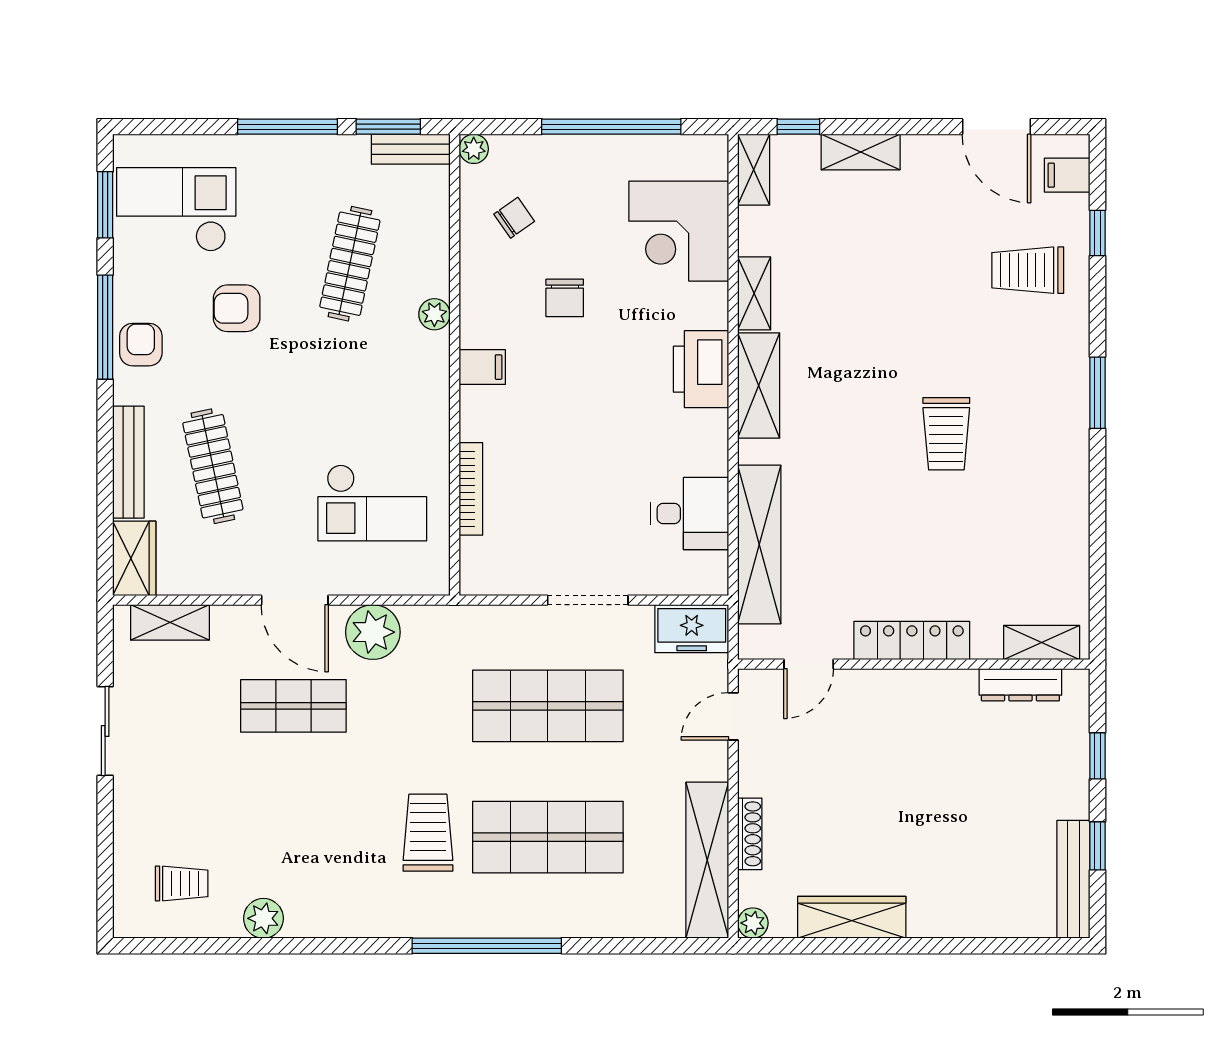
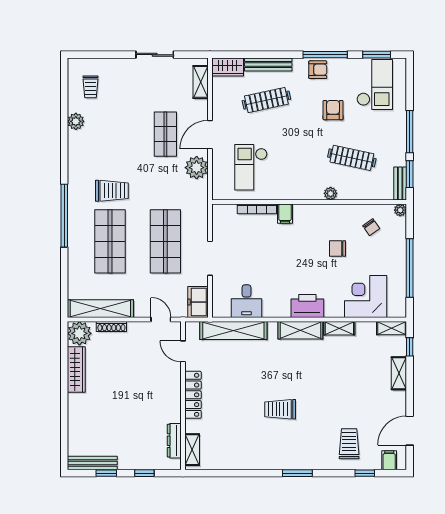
filing cabinet: (482, 367) -> (285, 214), moved
plant: (753, 923) -> (79, 333), width x1.88, depth x1.88

